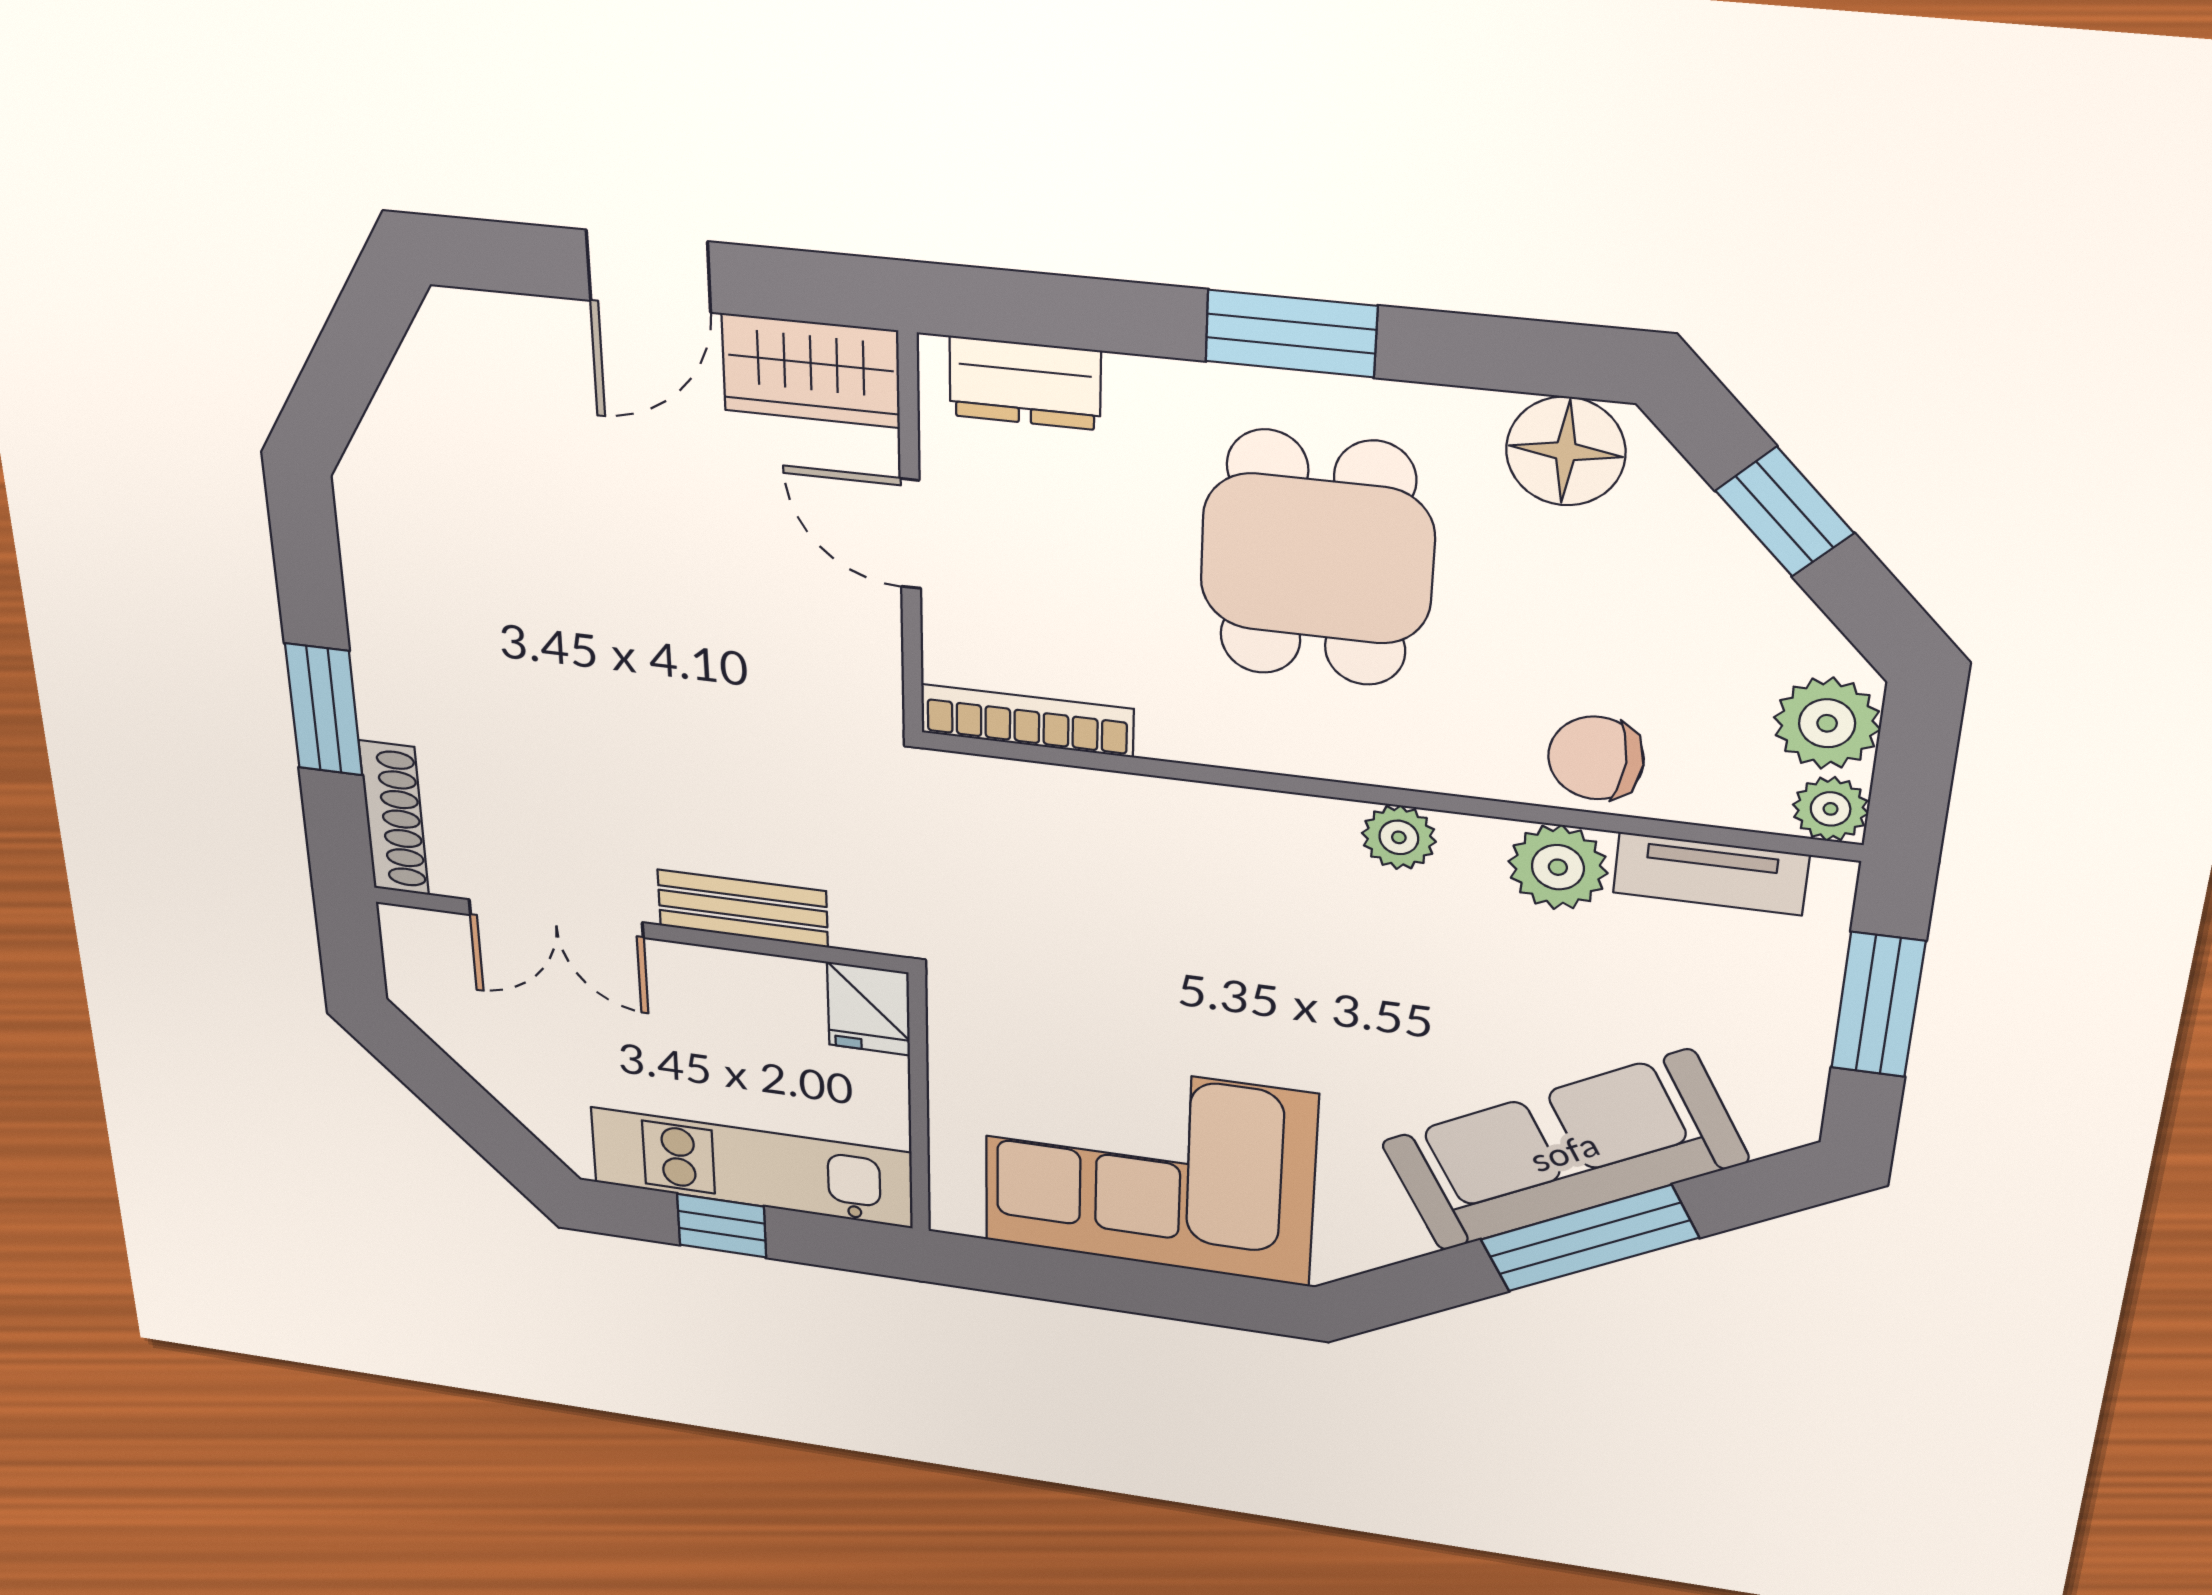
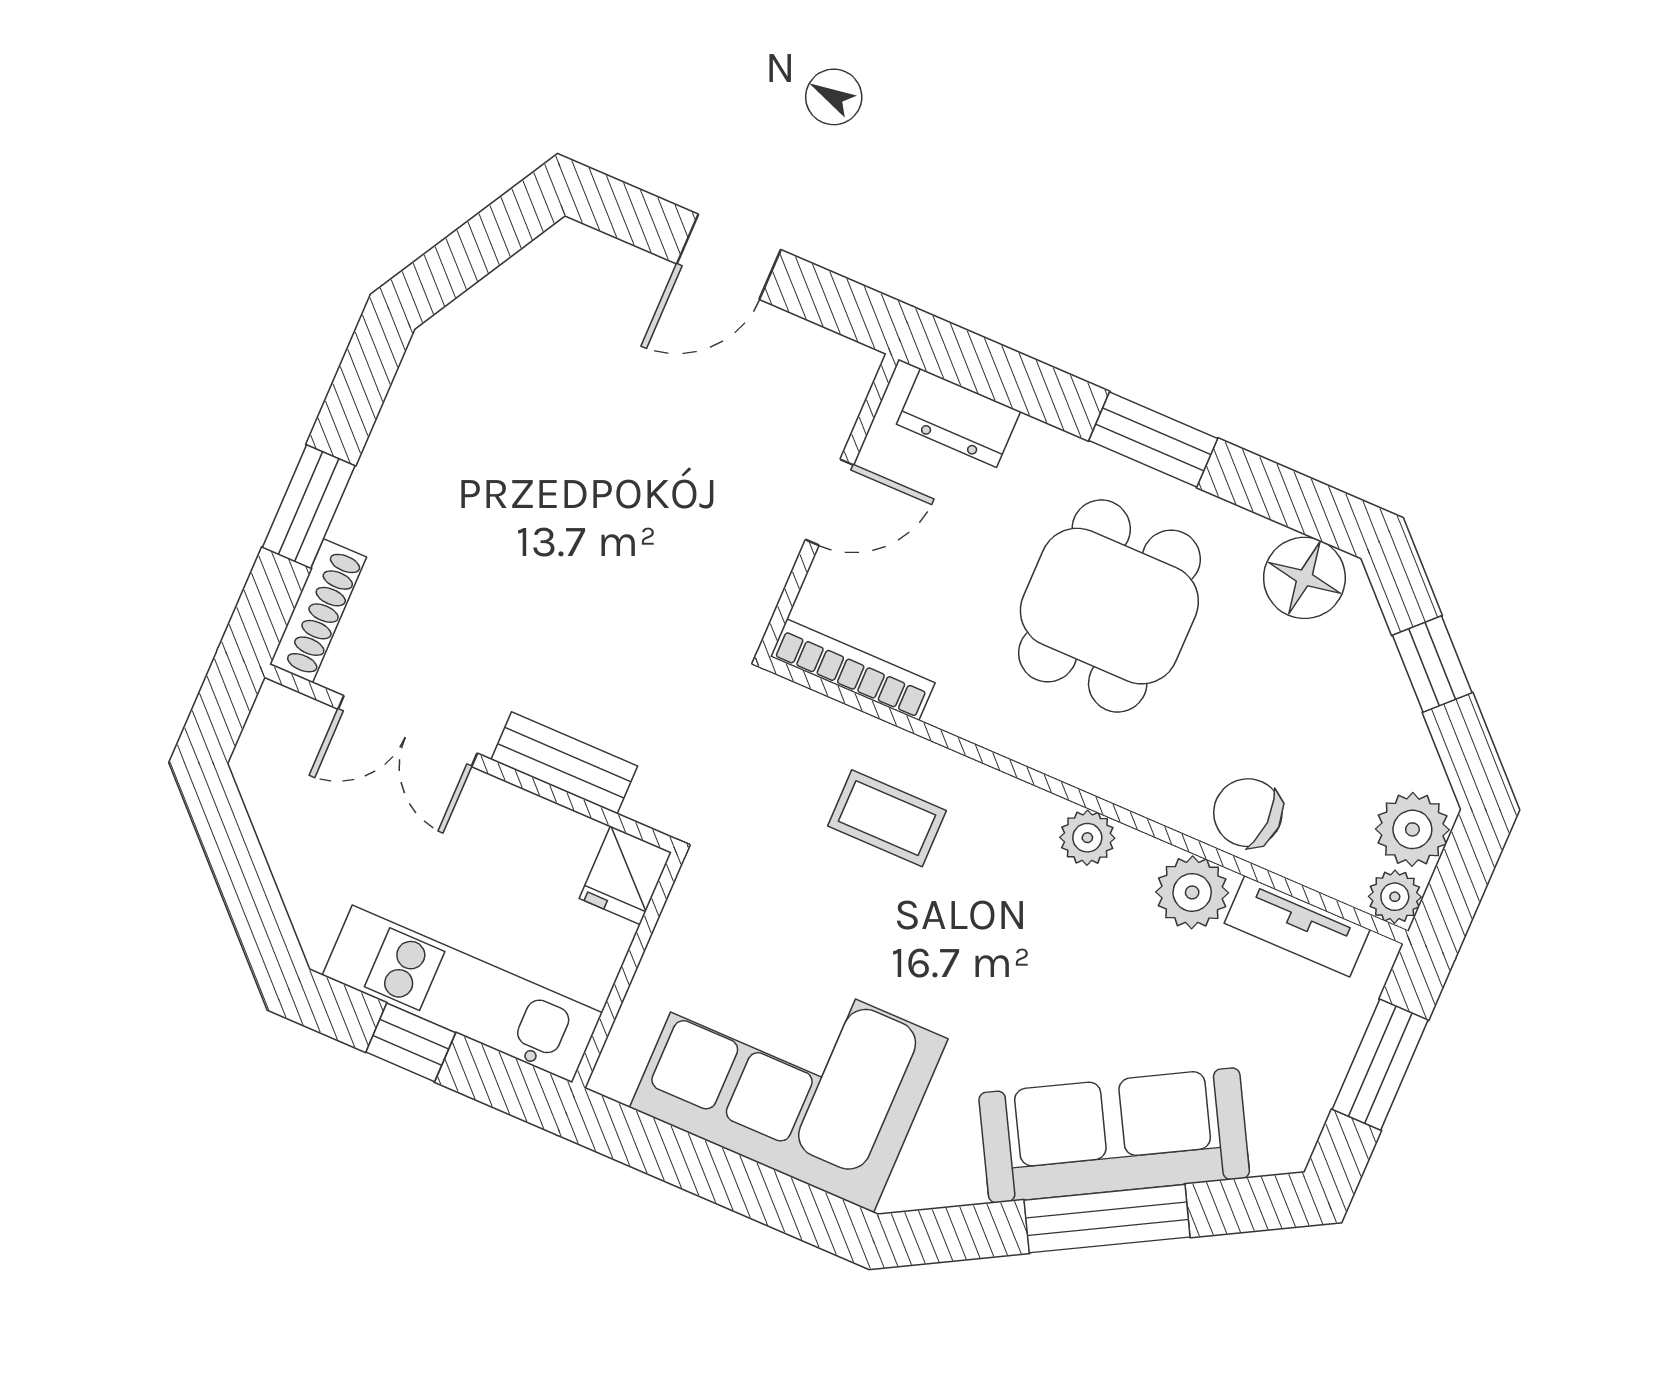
wardrobe: (811, 371) -> (812, 362), removed
door: (910, 534) -> (830, 502), swing flipped
coffee table: (1143, 876) -> (887, 818), added

